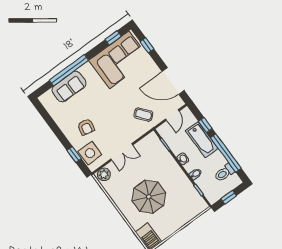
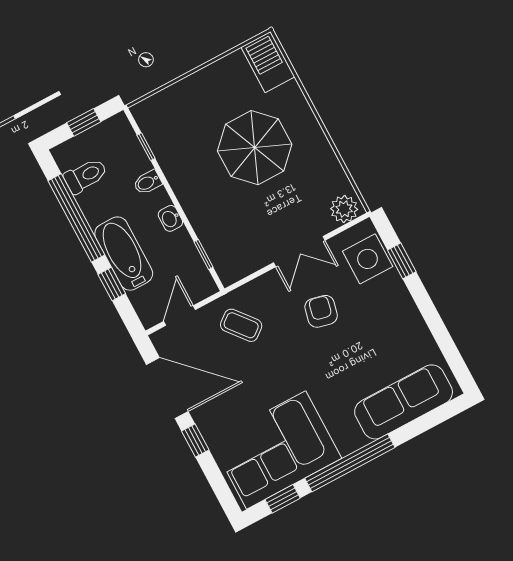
window: (147, 45) -> (195, 441), moved
window: (69, 70) -> (350, 463), moved
sofa: (69, 87) -> (404, 402), width x1.36
armchair: (86, 127) -> (321, 311), moved
double door: (122, 152) -> (299, 252), swing flipped

